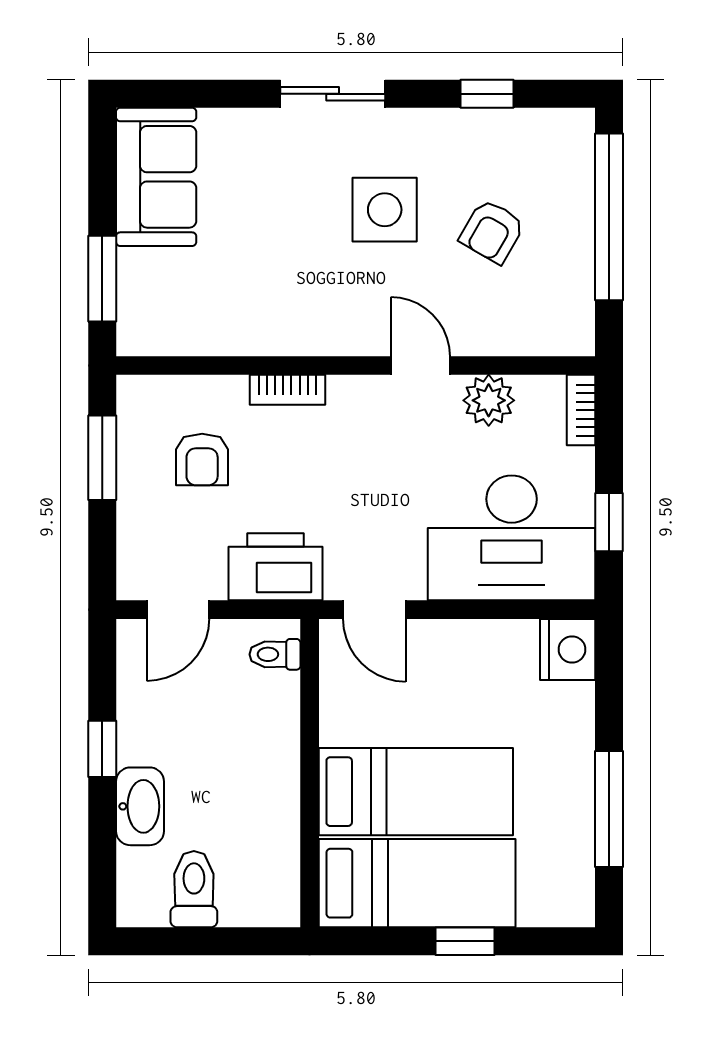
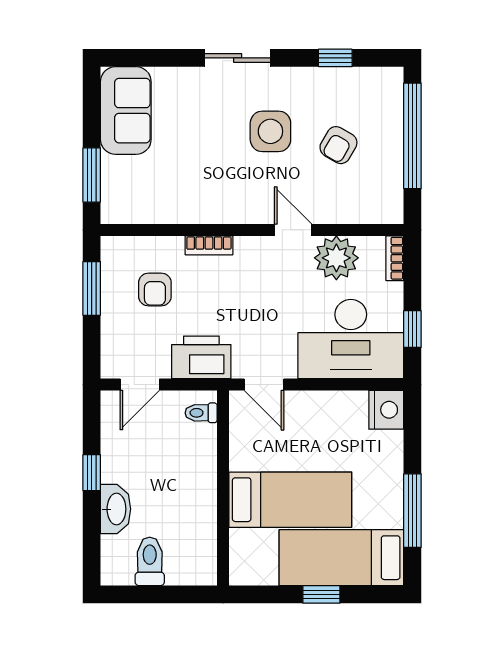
plant: (489, 400) -> (336, 258), width x1.36, depth x1.36
bed: (417, 883) -> (341, 558), moved, turned 180

